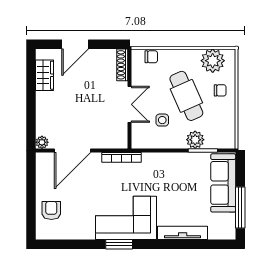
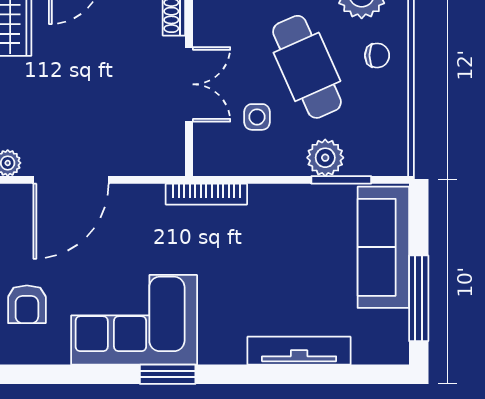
bookcase: (121, 157) -> (206, 194), moved
armchair: (51, 210) -> (27, 304), turned 180
corner sofa: (126, 218) -> (134, 320), moved

